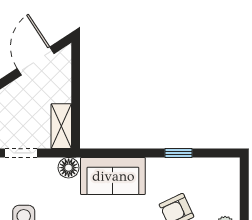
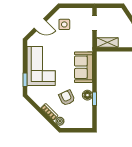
floor lamp: (69, 168) -> (87, 95), moved

